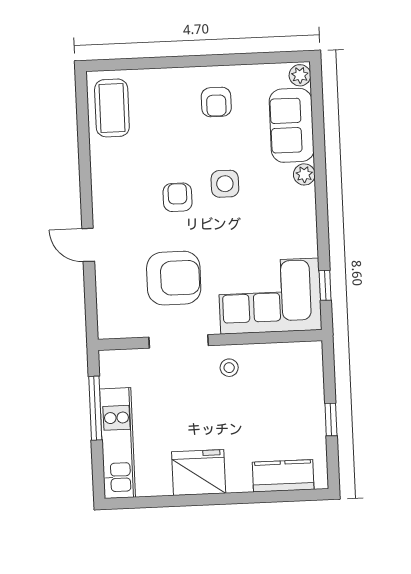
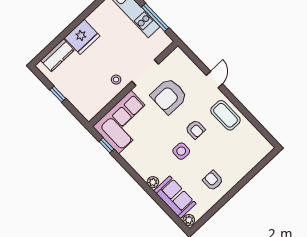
coffee table: (112, 108) -> (225, 115), moved
door: (88, 245) -> (214, 80), hinge flipped
fridge: (199, 473) -> (82, 37), moved

